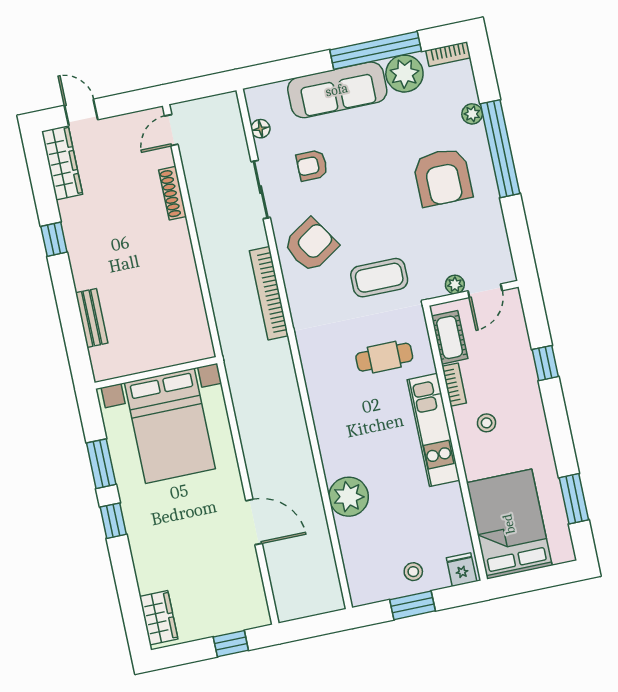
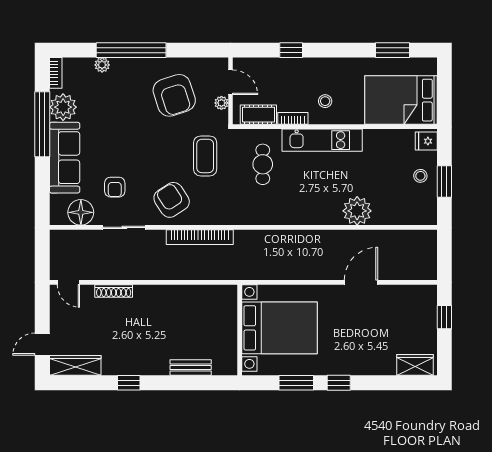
floor lamp: (260, 129) -> (81, 212), width x1.89, depth x1.89
armchair: (443, 177) -> (174, 95), moved, turned 72

